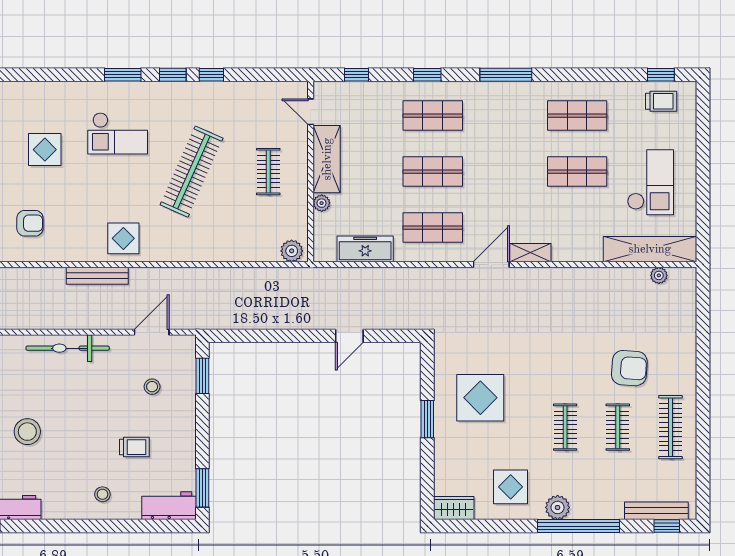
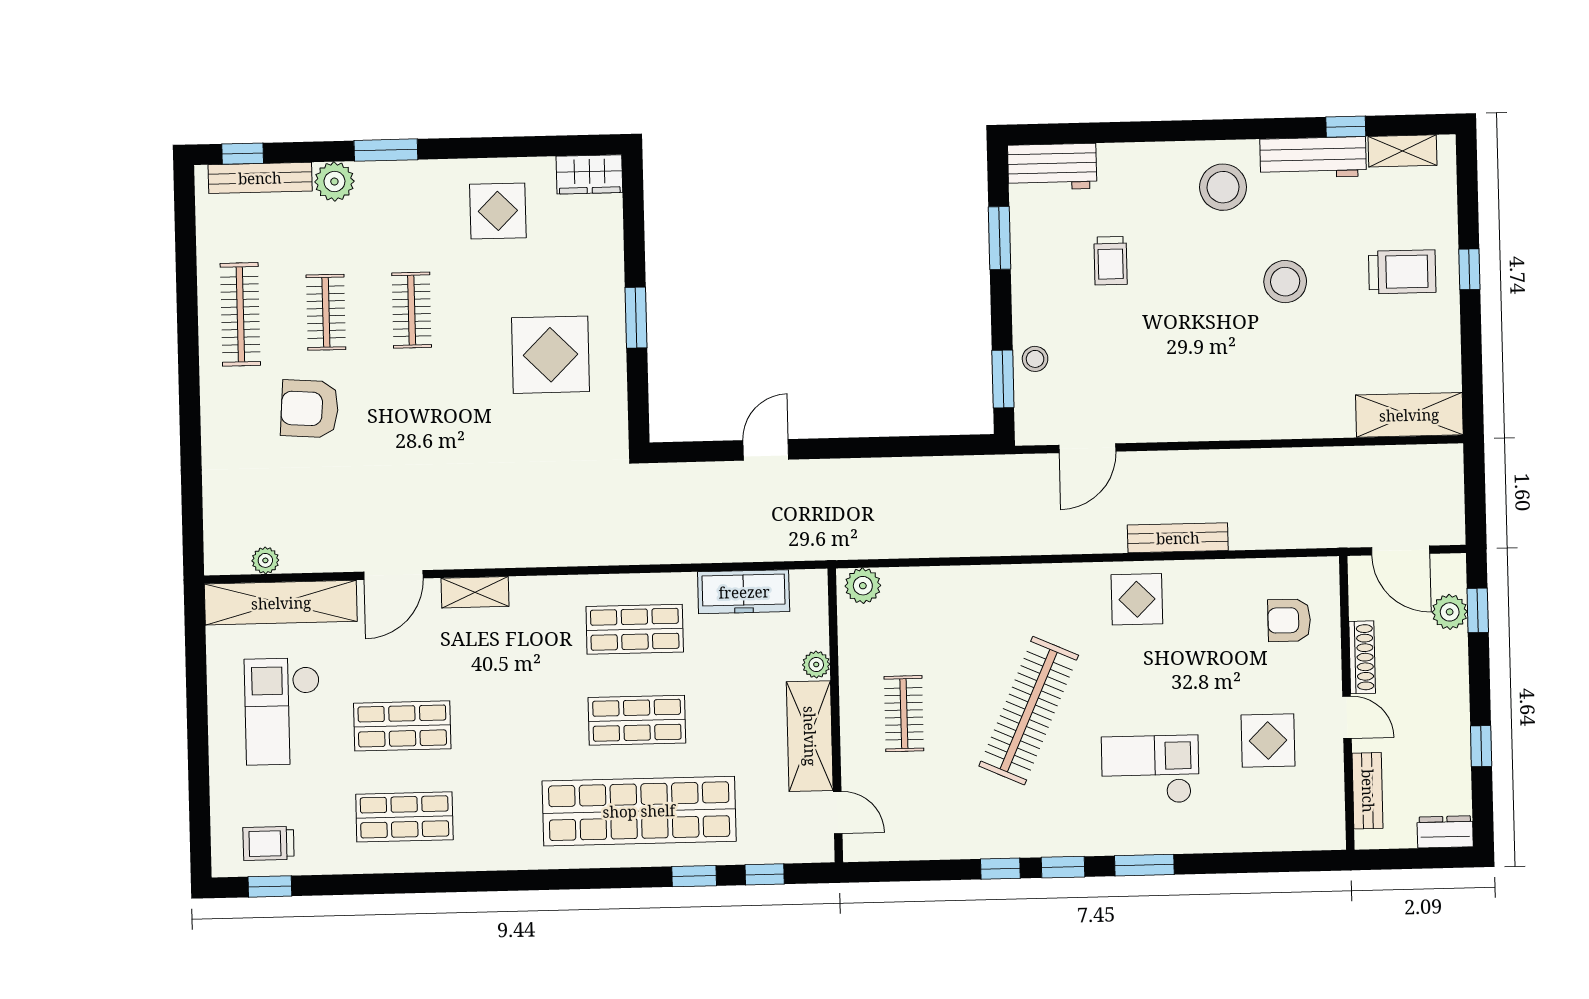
window: (427, 75) -> (694, 876), moved
window: (506, 75) -> (522, 880), removed
shop shelf: (433, 116) -> (639, 811), width x2.00, depth x1.36
door: (491, 264) -> (393, 575), moved
bicycle: (68, 348) -> (1223, 419), removed
stool: (152, 387) -> (1035, 359), moved
trolley: (134, 447) -> (1111, 261), turned -90
window: (202, 488) -> (999, 238), moved
stool: (102, 494) -> (1223, 187), moved, width x1.89, depth x1.89
plant: (558, 507) -> (334, 181), moved
window: (579, 526) -> (386, 150), width x0.47

